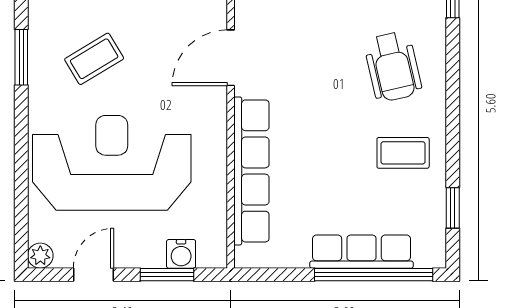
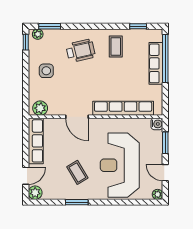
water cooler: (181, 254) -> (157, 124), moved

